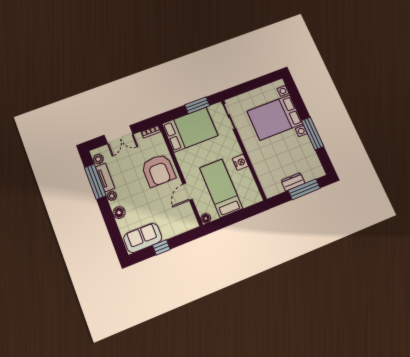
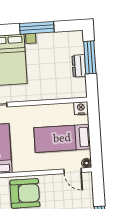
nightstand: (240, 162) -> (81, 108), moved
door: (188, 192) -> (73, 171), moved

